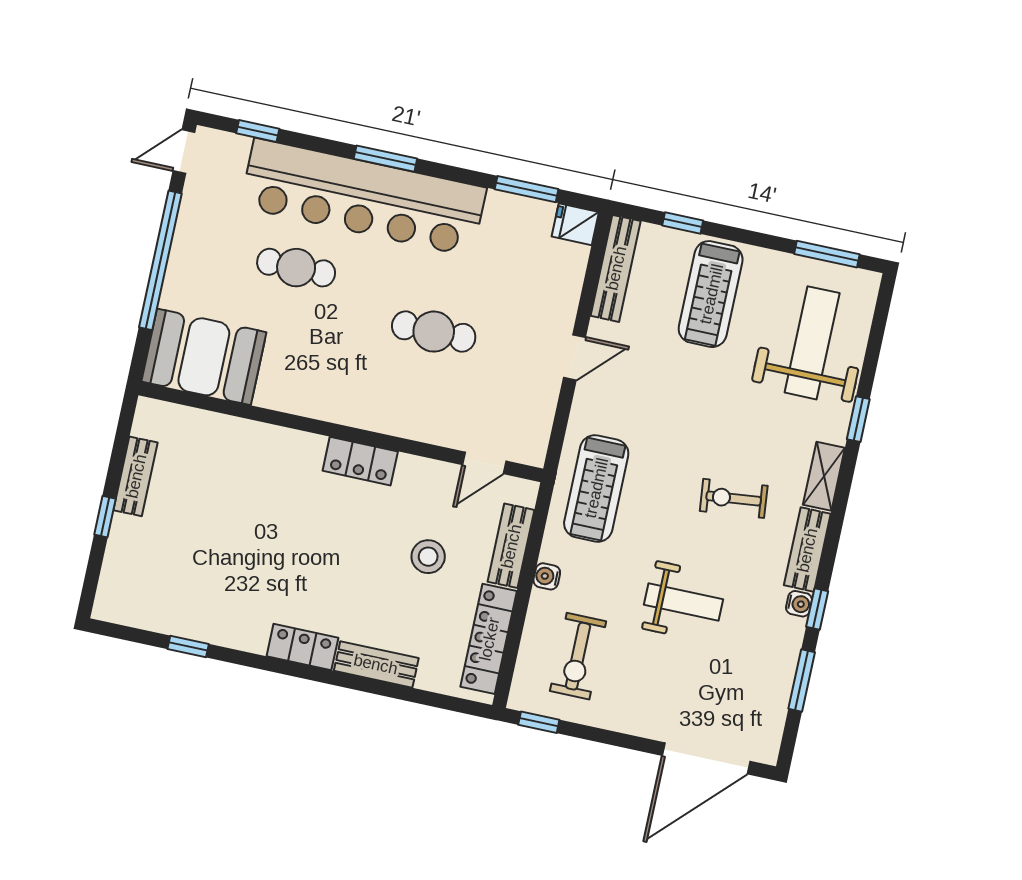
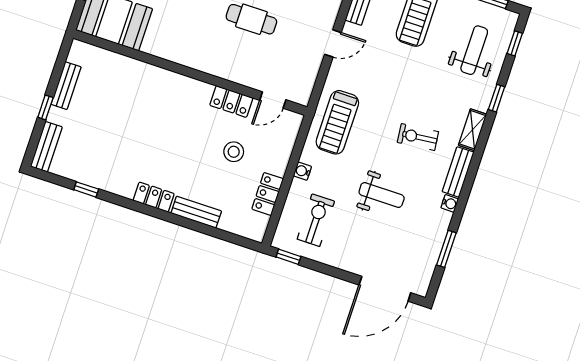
weight bench: (812, 343) -> (474, 50), width x0.73, depth x0.75
locker: (360, 461) -> (231, 102), moved
bench: (511, 546) -> (46, 147), moved
window: (817, 609) -> (515, 43), moved
locker: (489, 639) -> (268, 194), width x0.66
exercise bike: (578, 656) -> (316, 220), turned 180

